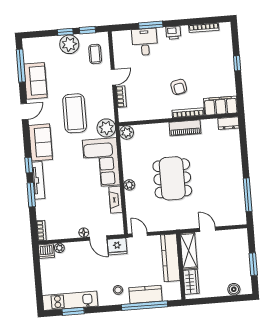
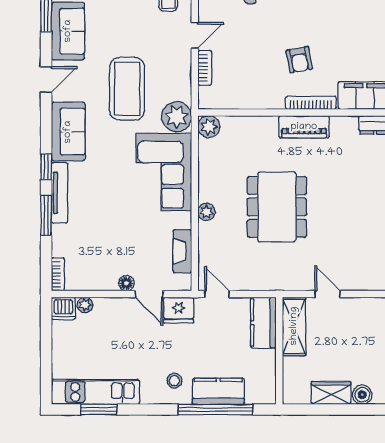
fireplace: (116, 200) -> (182, 251), moved
kitchen counter: (170, 258) -> (263, 323), width x0.67
wardrobe: (191, 282) -> (331, 393), moved, turned -90

